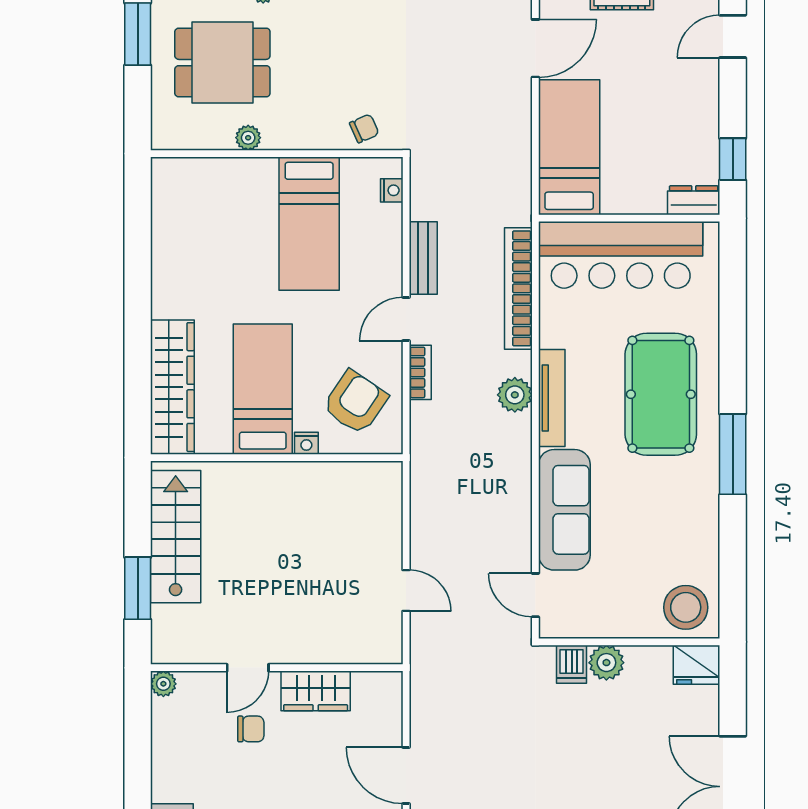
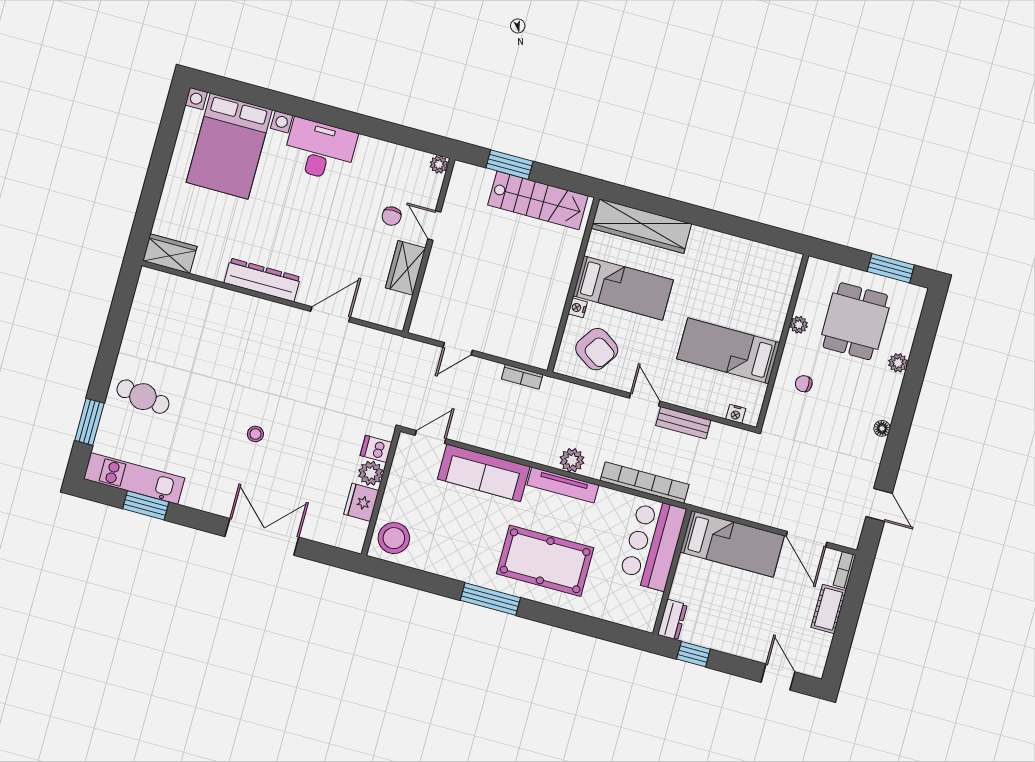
chair: (364, 128) -> (804, 384), moved, turned 114
bar counter: (621, 255) -> (653, 544), width x0.73
bookcase: (420, 372) -> (522, 377), moved
fridge: (696, 665) -> (361, 502), moved

